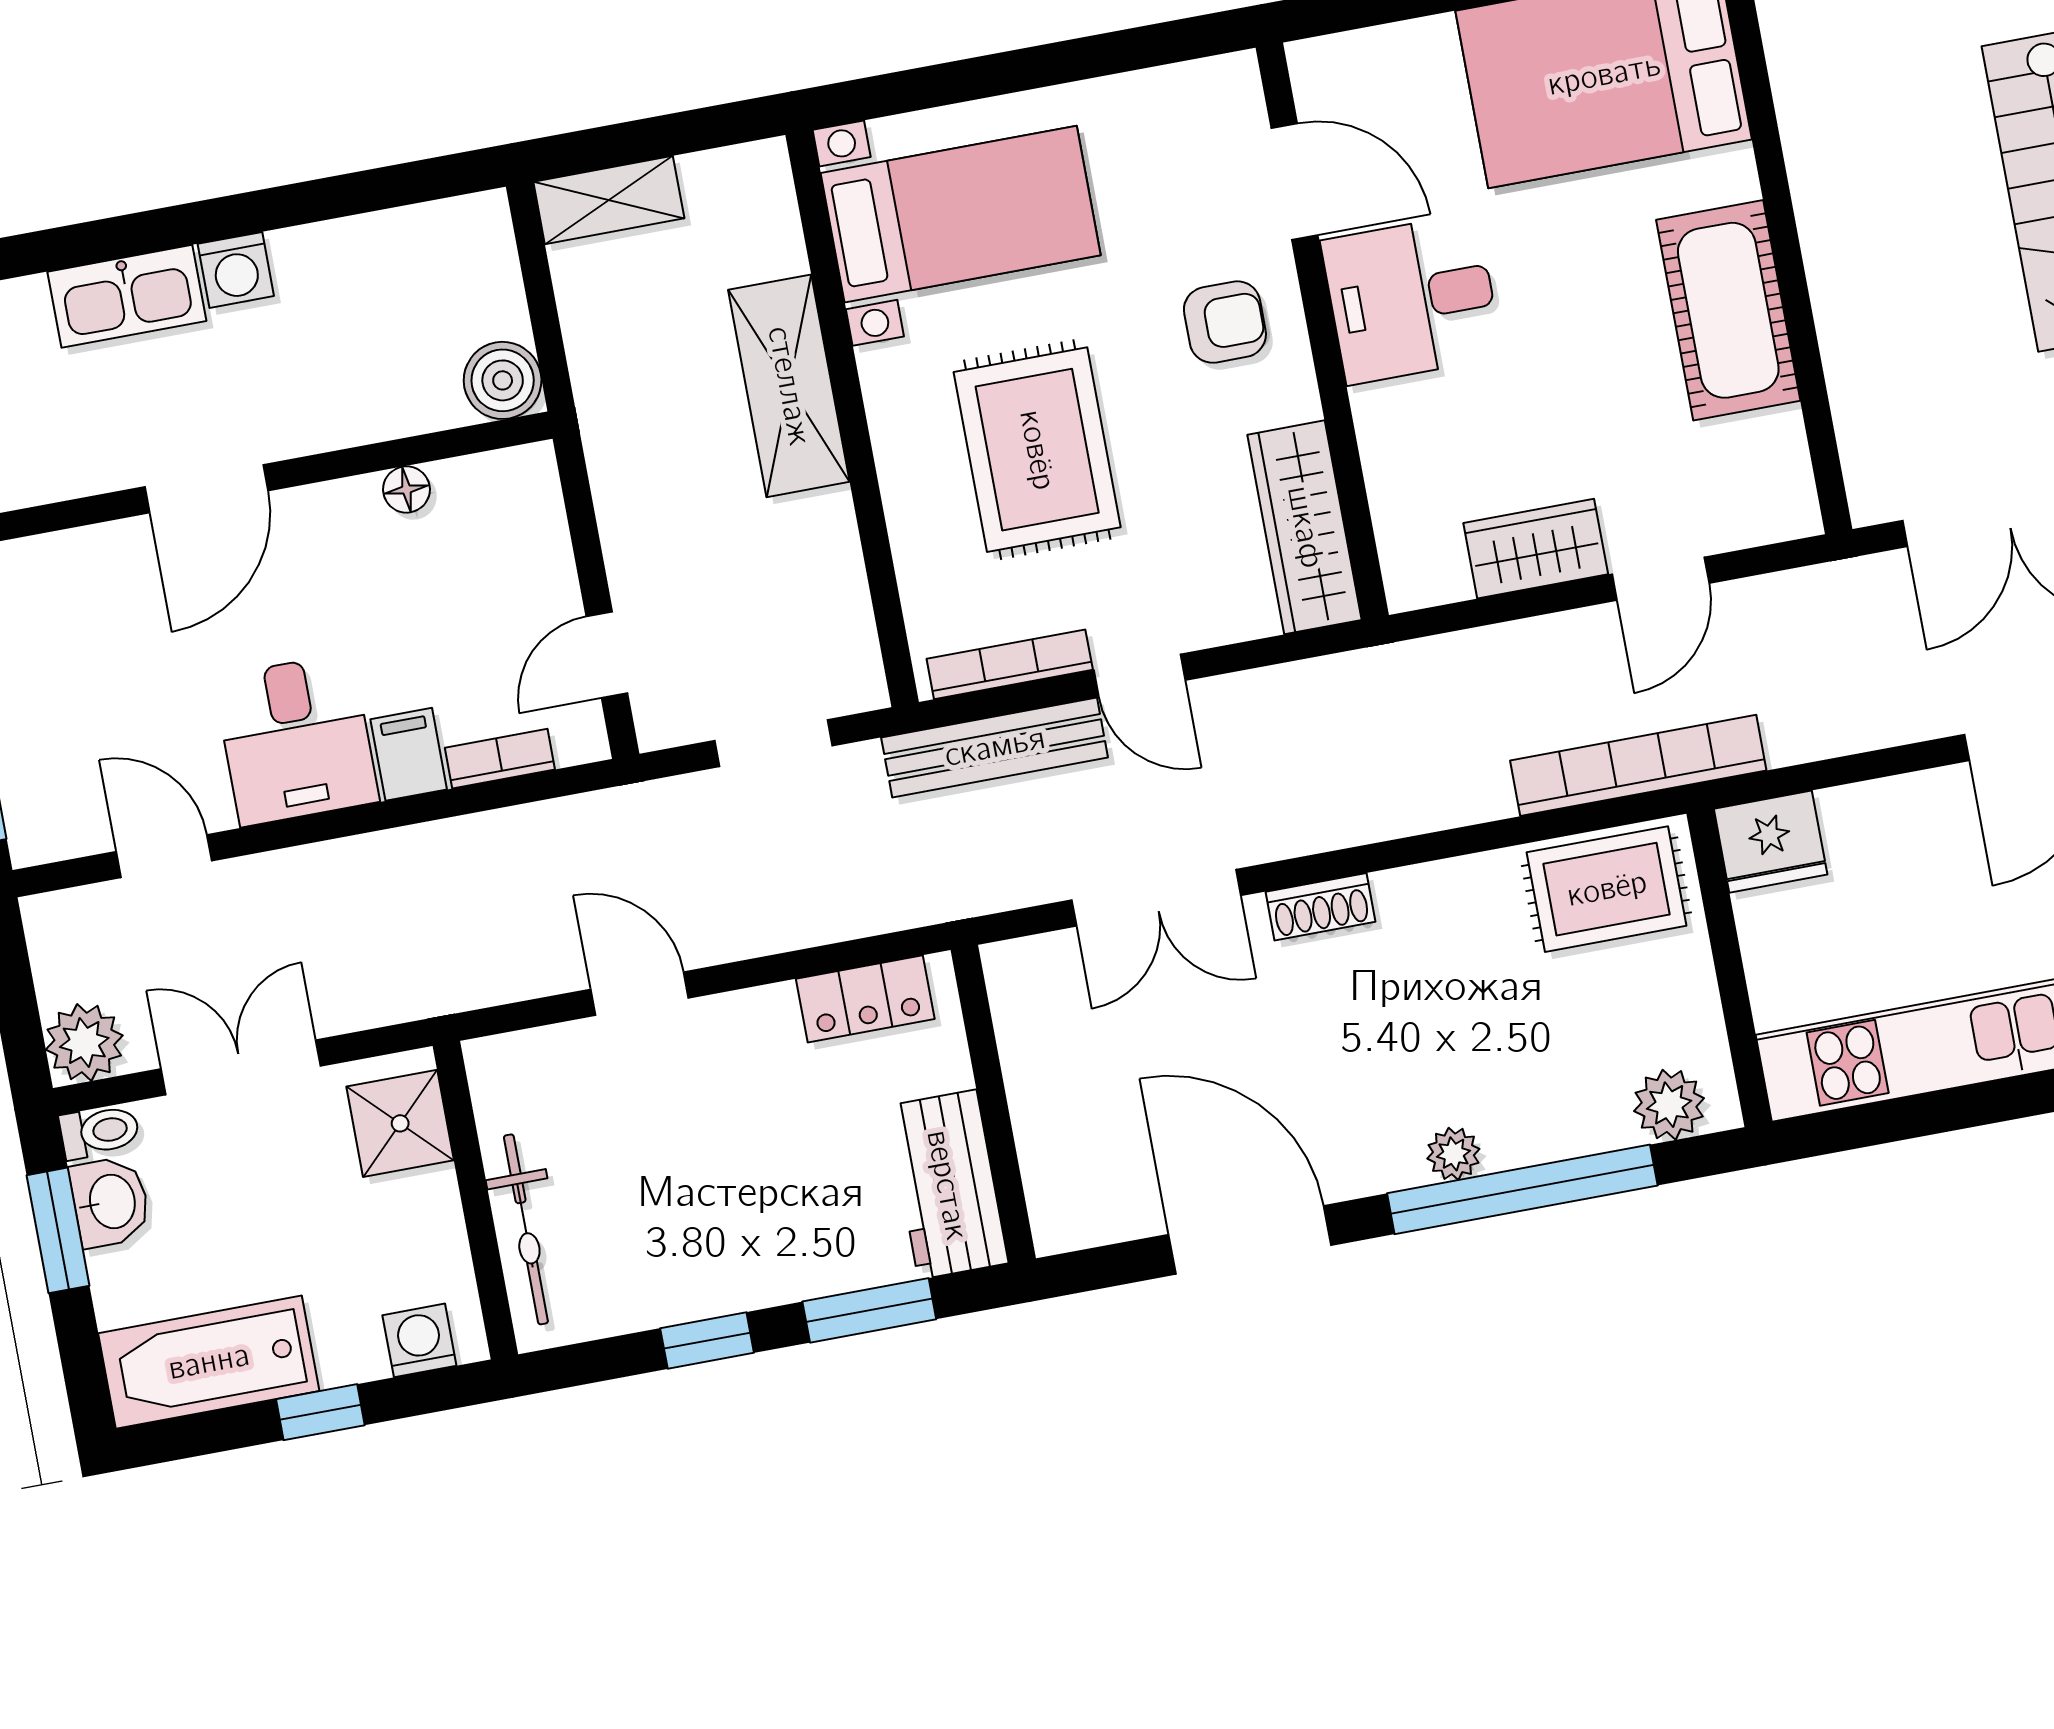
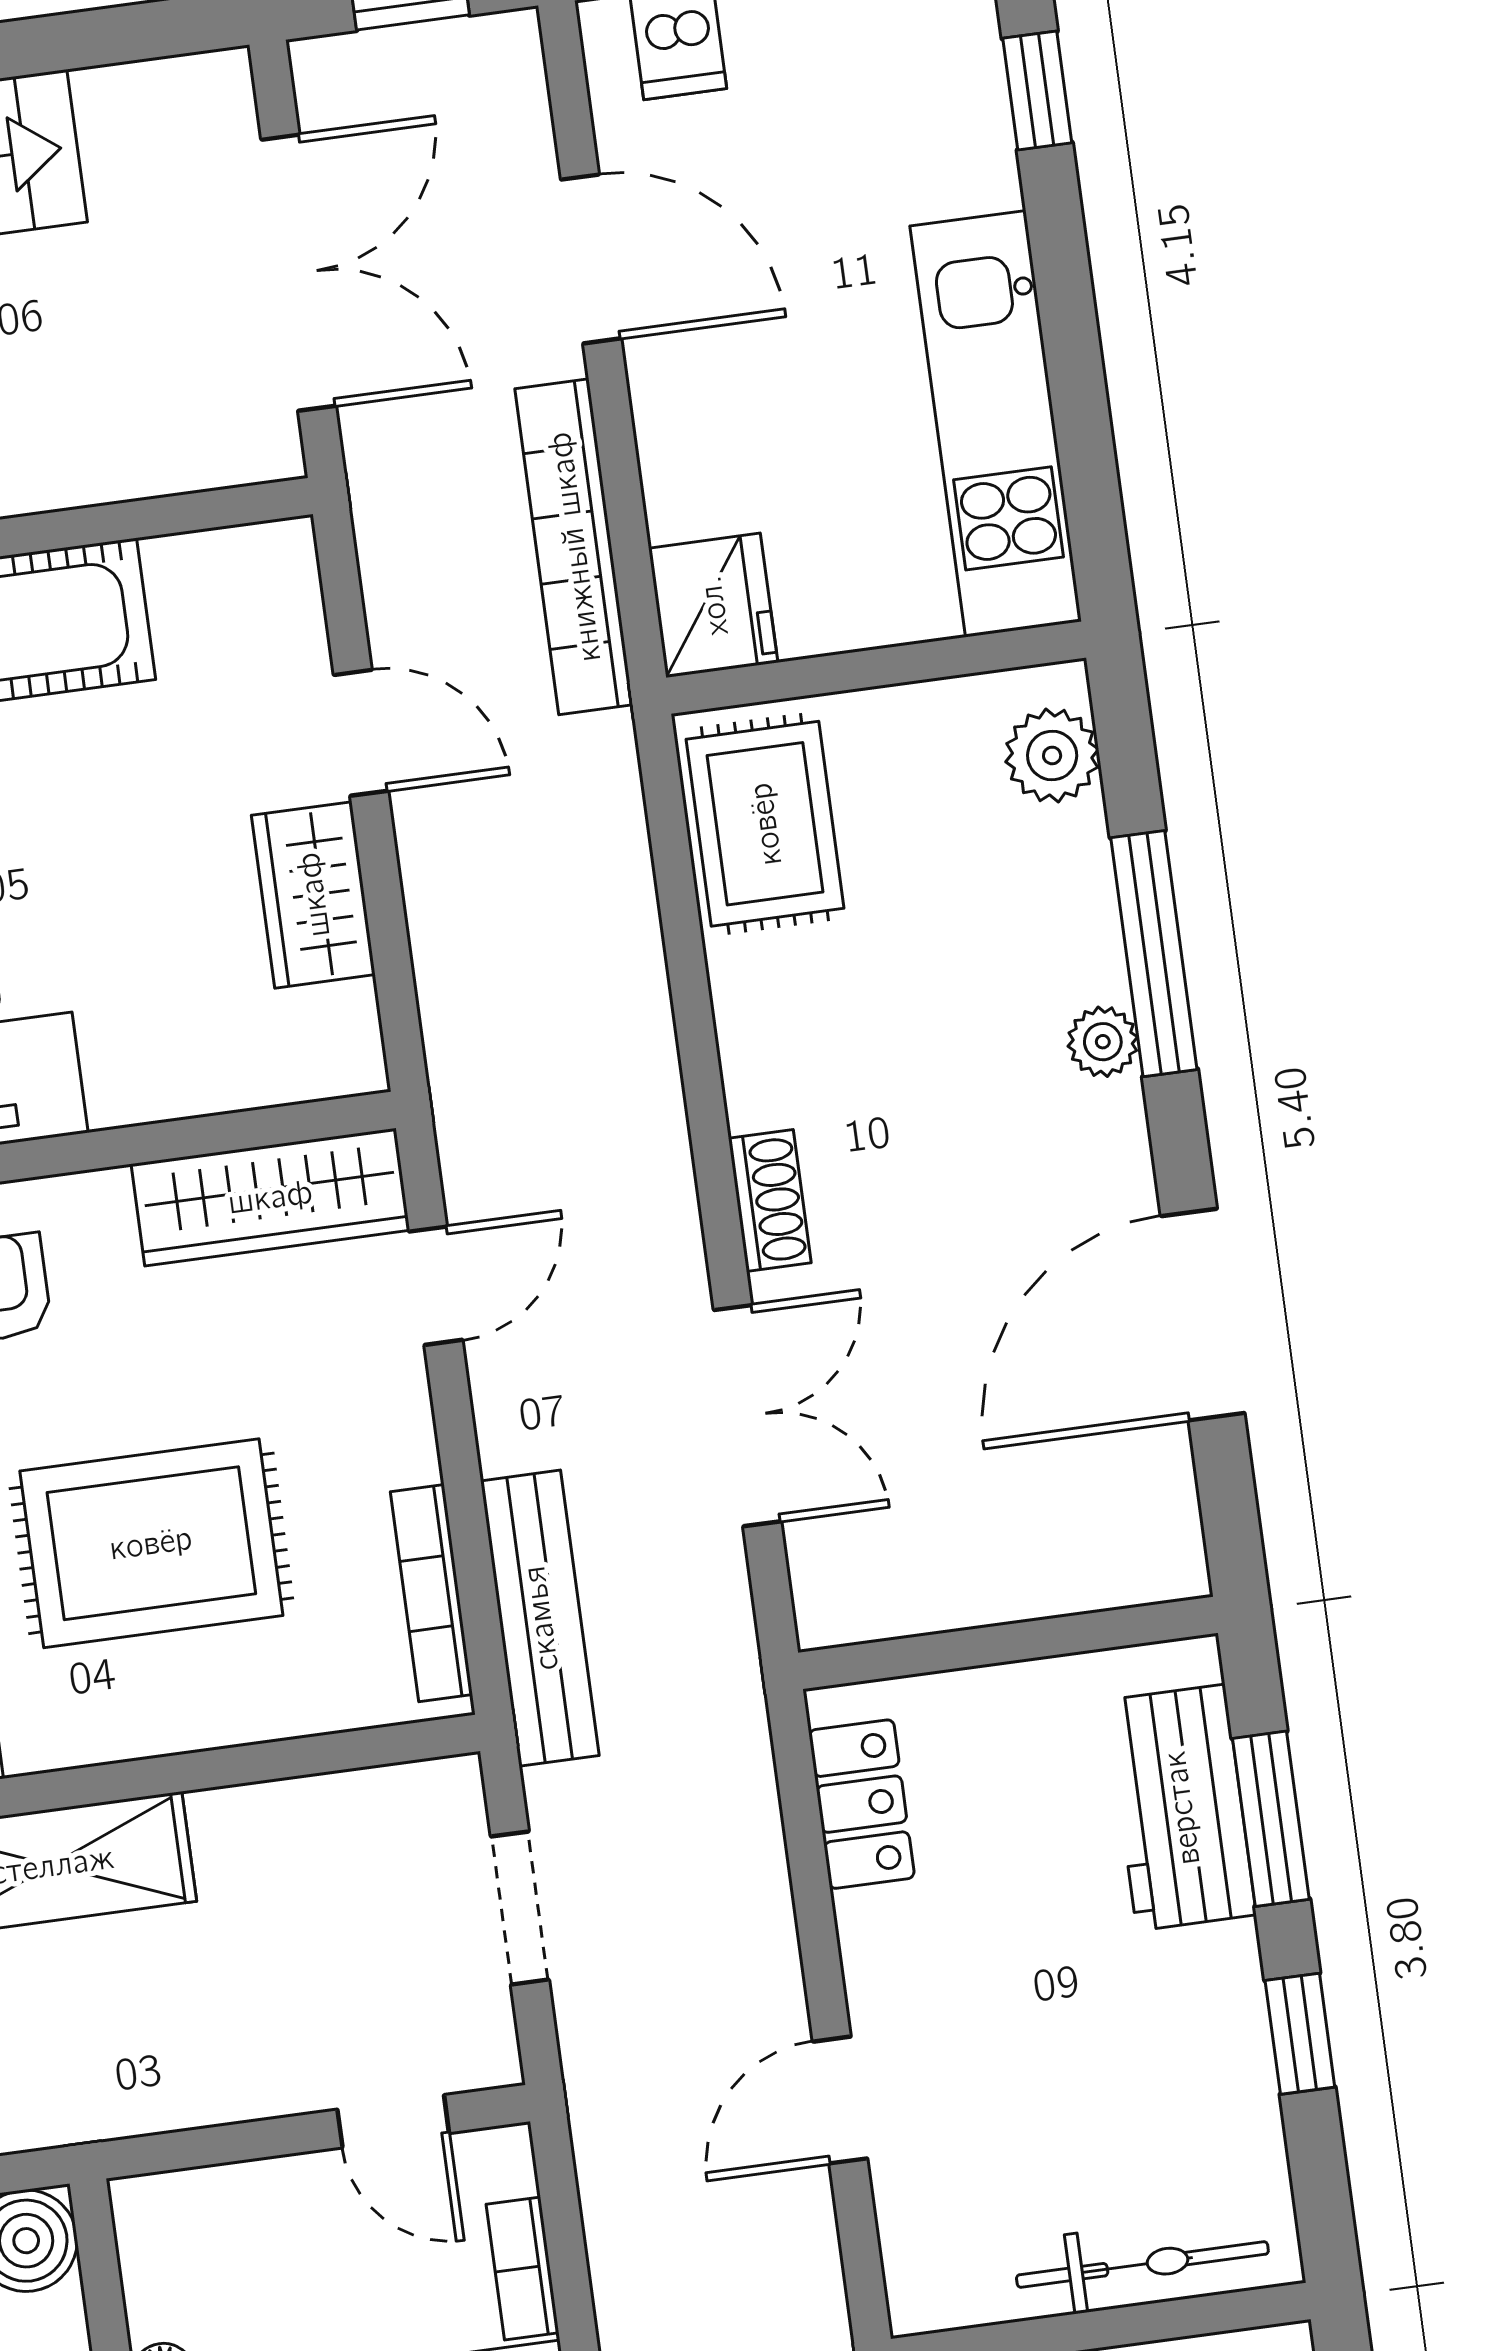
door: (1139, 675) -> (436, 1286), moved
bookcase: (1638, 765) -> (574, 547), moved
workbench: (947, 1185) -> (1181, 1808), moved, turned 90
window: (1522, 1189) -> (1154, 954), width x0.68

